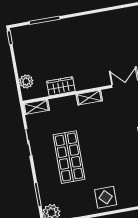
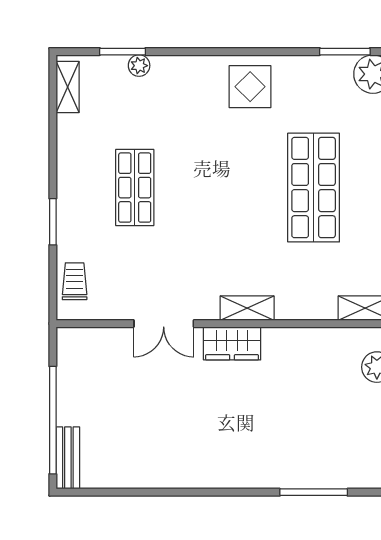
wardrobe: (61, 86) -> (232, 343), moved

